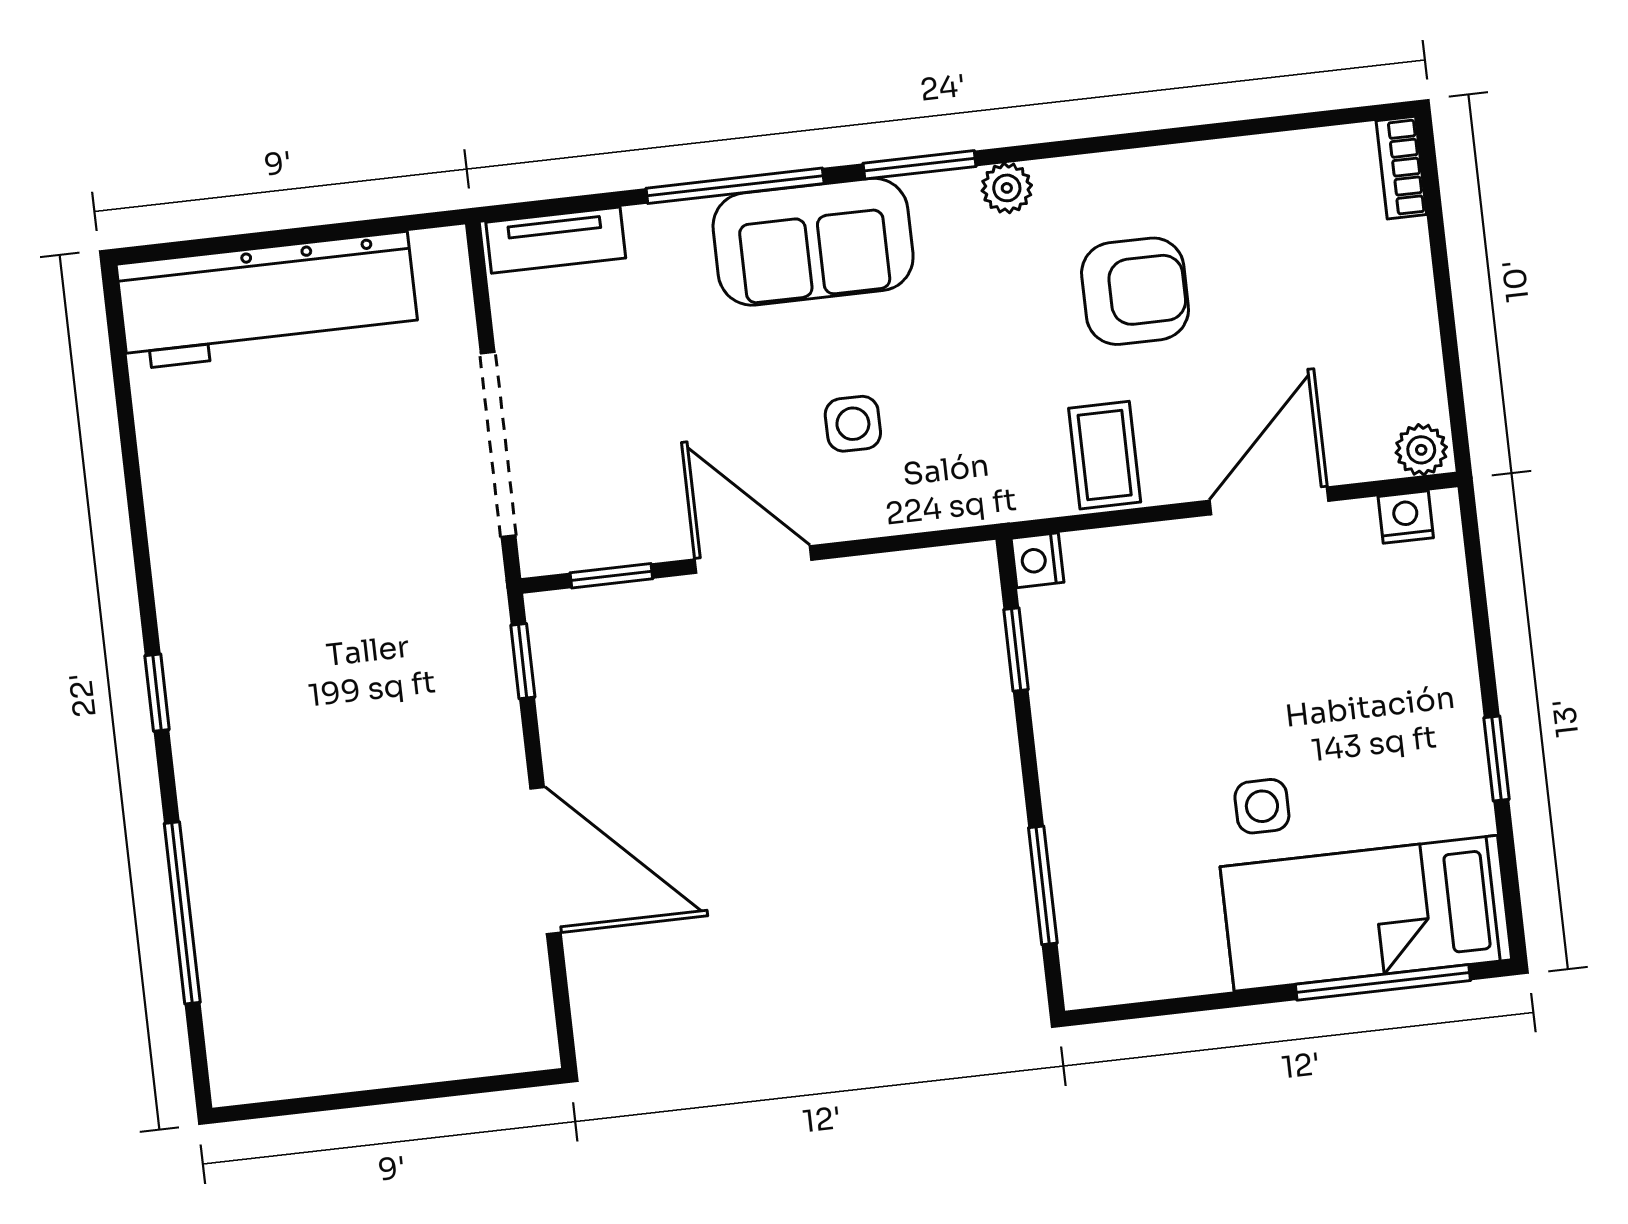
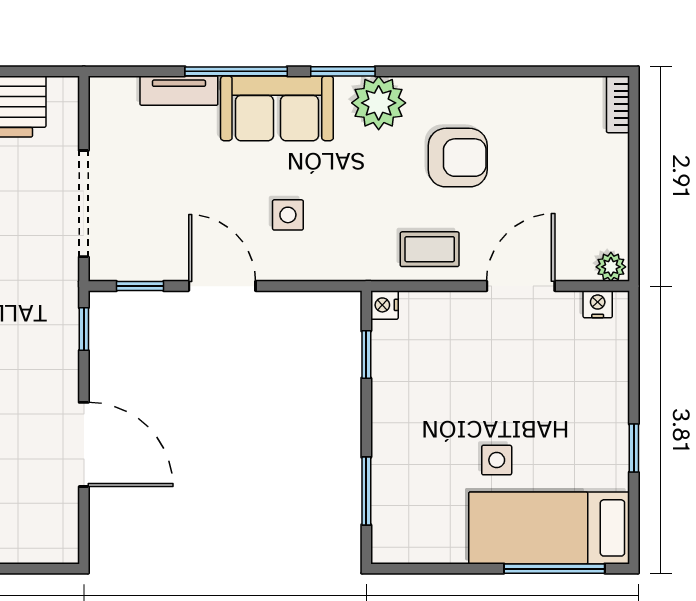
plant: (1007, 188) -> (379, 103), width x1.88, depth x1.88
tv unit: (556, 240) -> (179, 91), moved
coffee table: (1105, 455) -> (430, 249), turned 90

